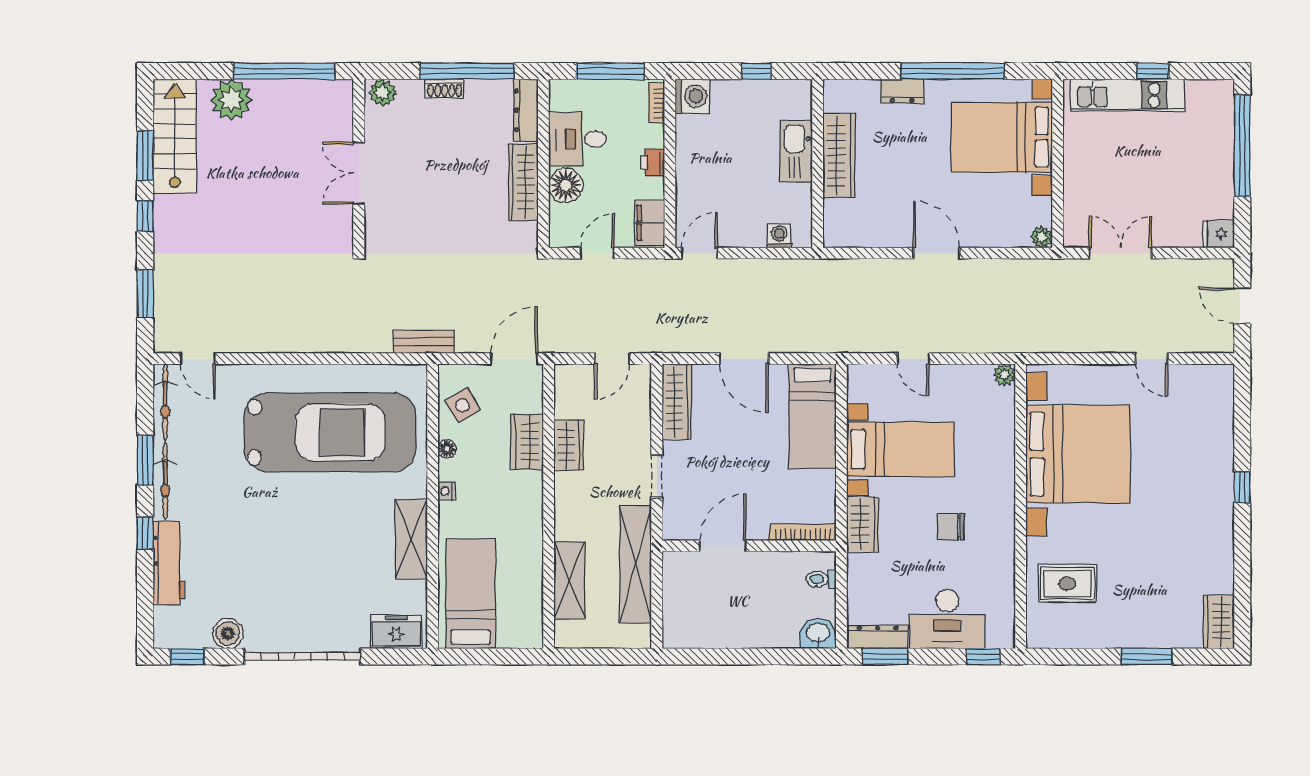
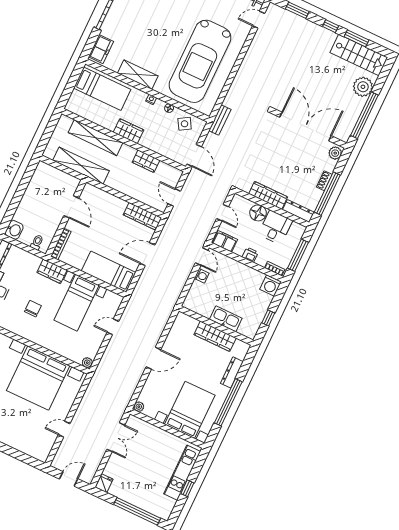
dresser: (902, 91) -> (232, 372), width x1.44
double door: (359, 173) -> (305, 127), width x1.87
washing machine: (779, 236) -> (202, 276), moved
wardrobe: (527, 442) -> (129, 131), moved
doorway: (657, 476) -> (115, 193), removed
shelving: (569, 580) -> (96, 138), width x1.47

